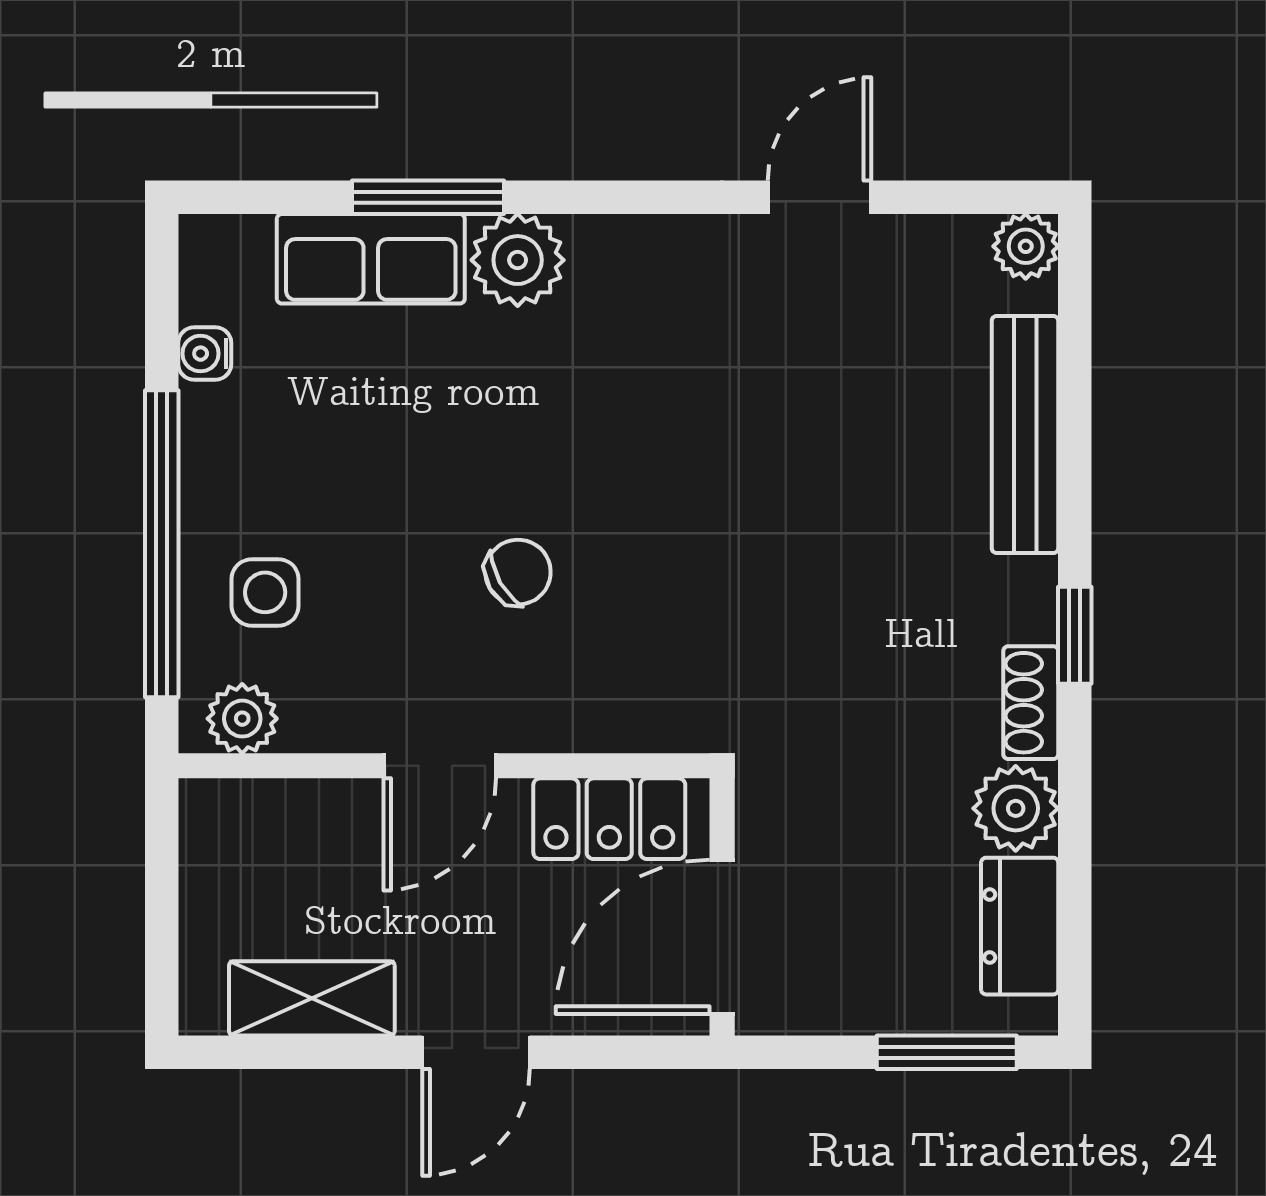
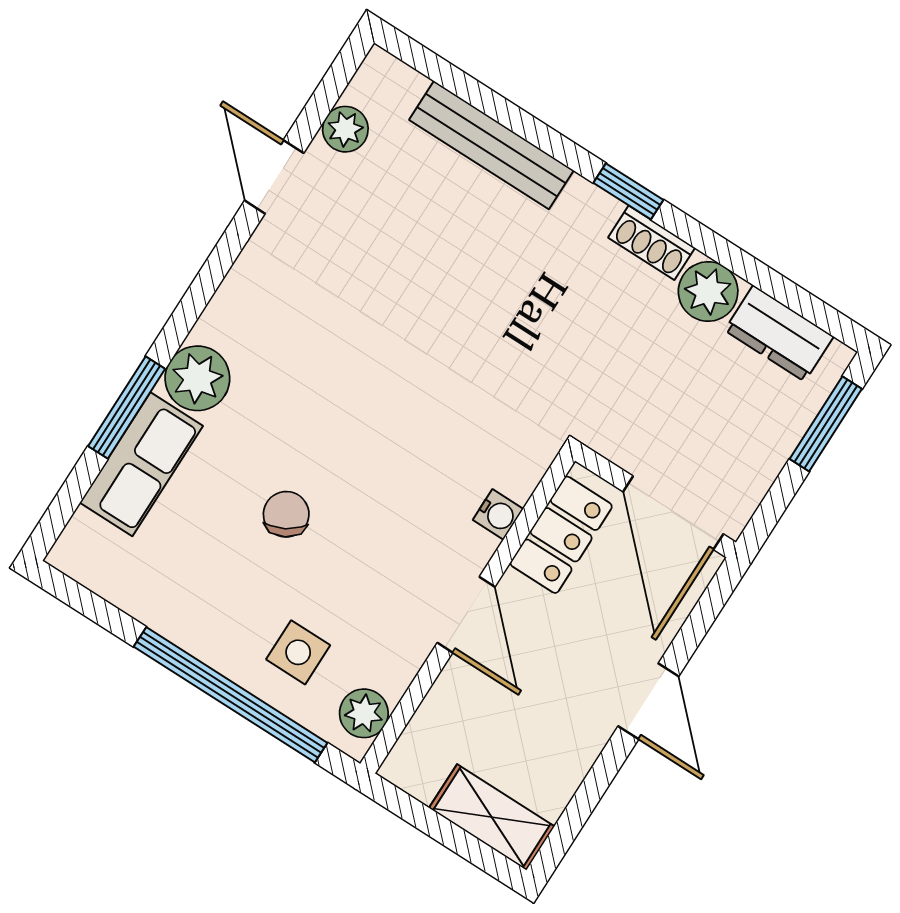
plant: (1026, 246) -> (345, 129), moved
water cooler: (205, 354) -> (498, 514), moved, turned -90
chair: (518, 572) -> (286, 514), moved
shelving: (312, 998) -> (492, 817), moved, turned 90

